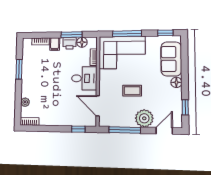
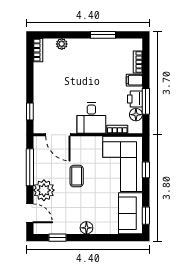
window: (127, 34) -> (146, 170), width x0.46
sofa: (171, 59) -> (130, 213), moved, turned -90
door: (98, 106) -> (58, 135), swing flipped

